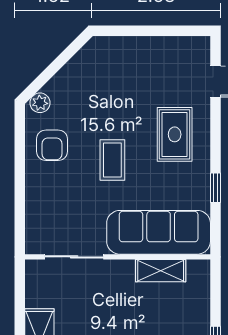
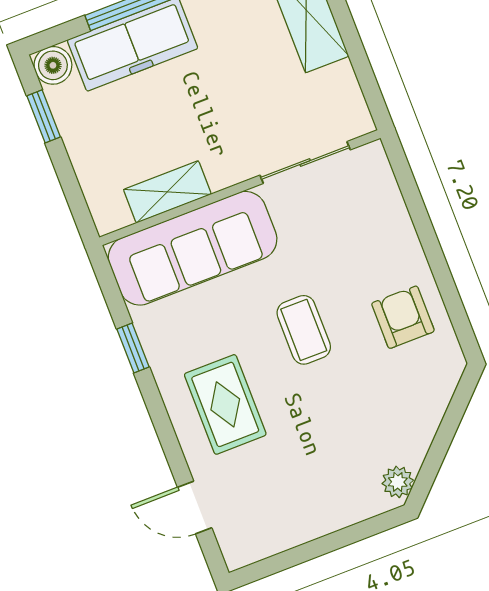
plant: (40, 103) -> (398, 482), moved

